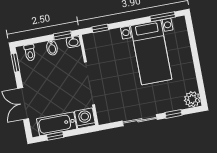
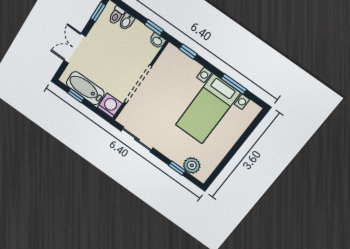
window: (163, 17) -> (234, 84), moved
bidet: (52, 48) -> (127, 22), moved
plant: (192, 99) -> (192, 165), moved
sliding door: (140, 120) -> (137, 139), moved

